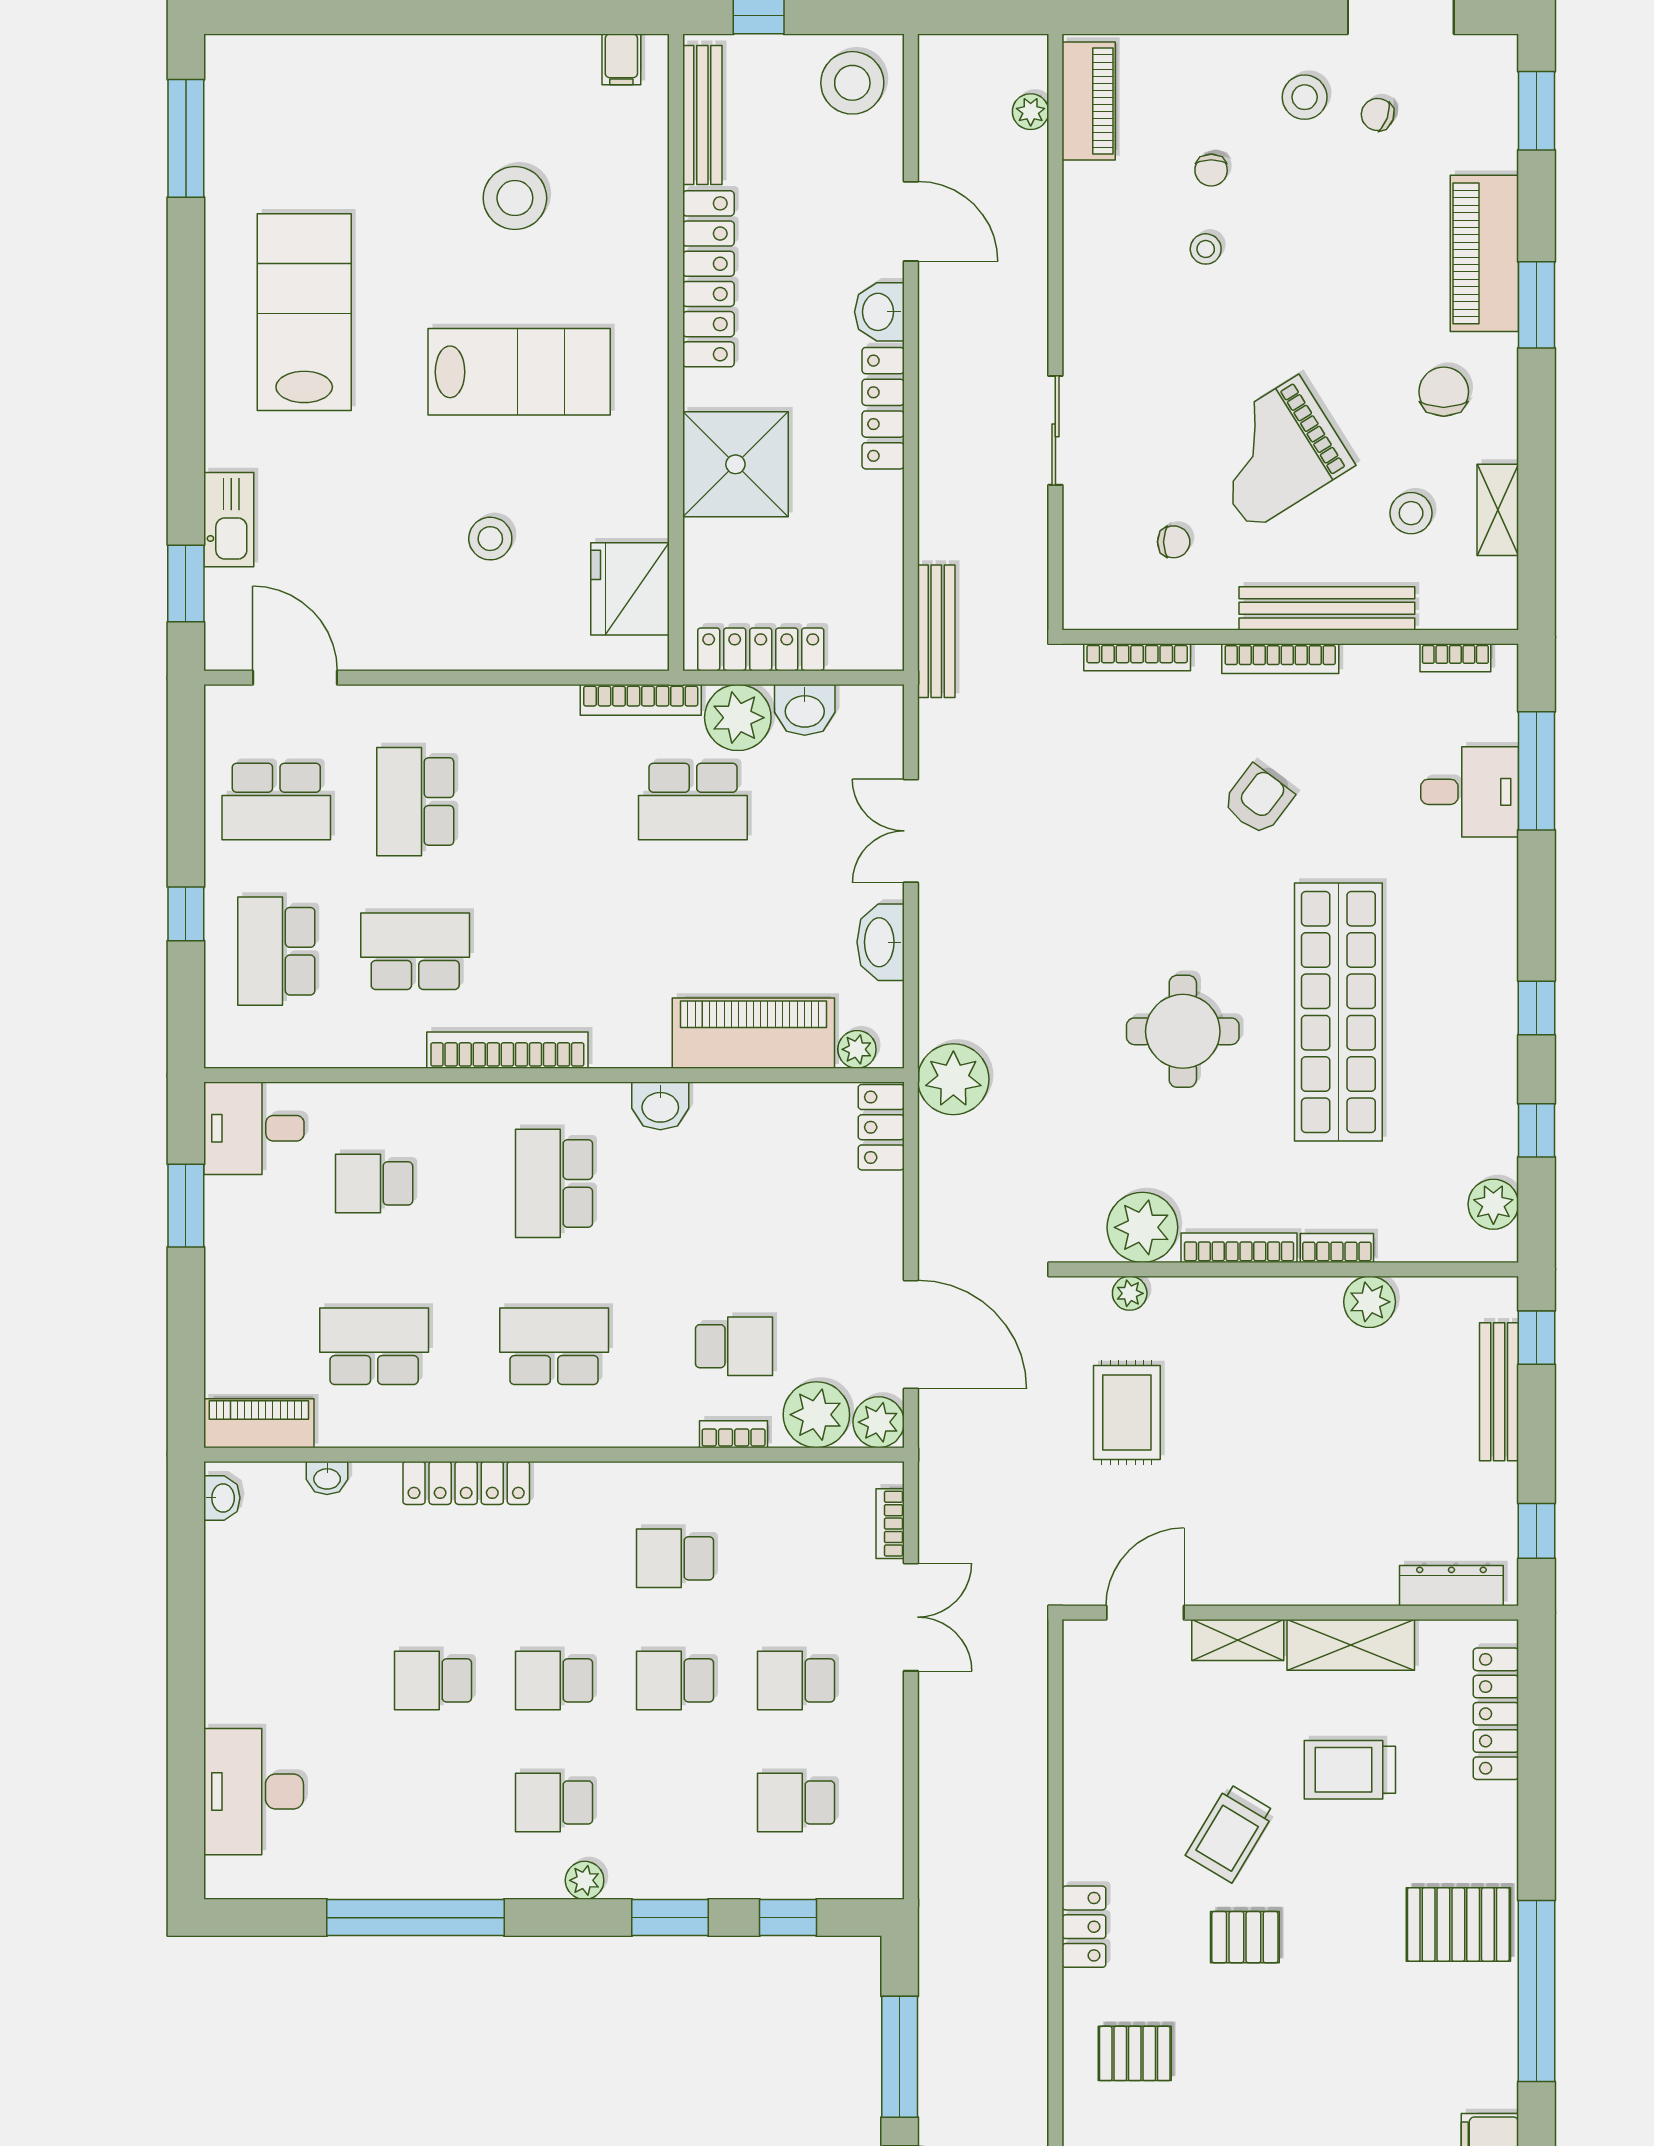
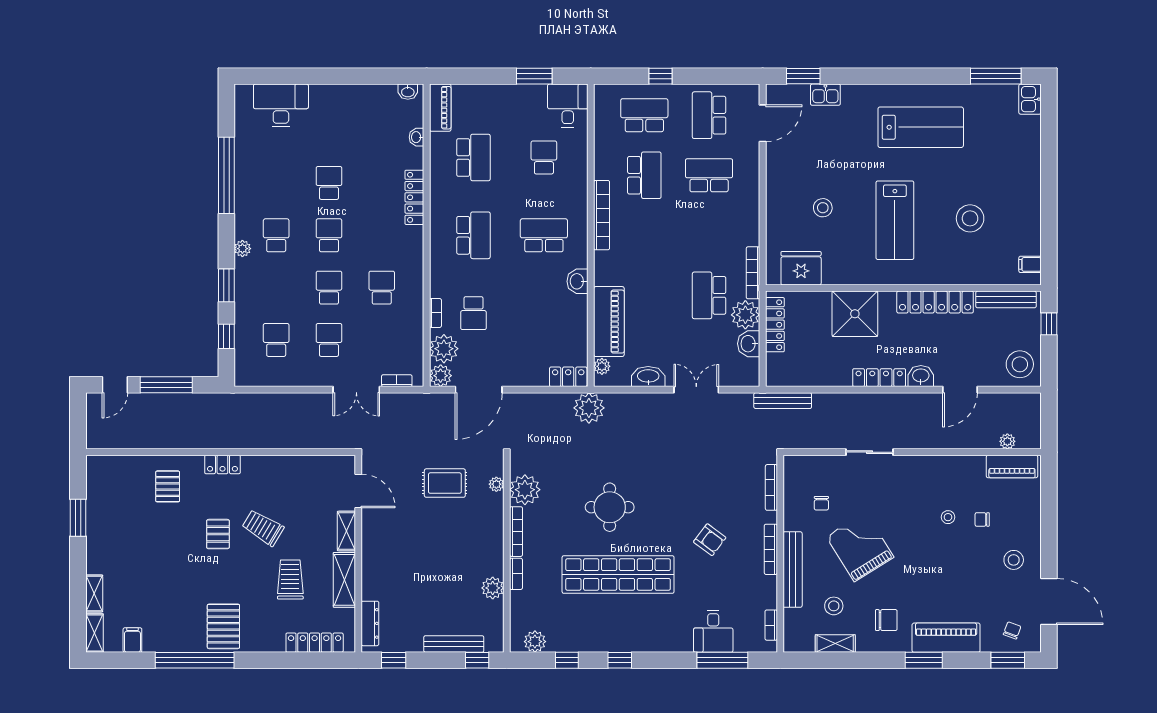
kitchen sink: (239, 59) -> (1030, 99), added
chair: (1378, 114) -> (1012, 630), moved
kitchen sink: (229, 520) -> (825, 95), width x0.73

